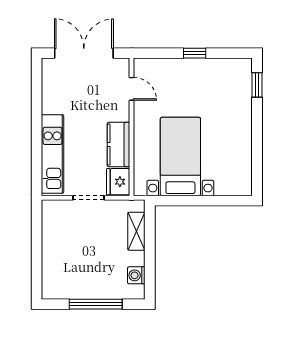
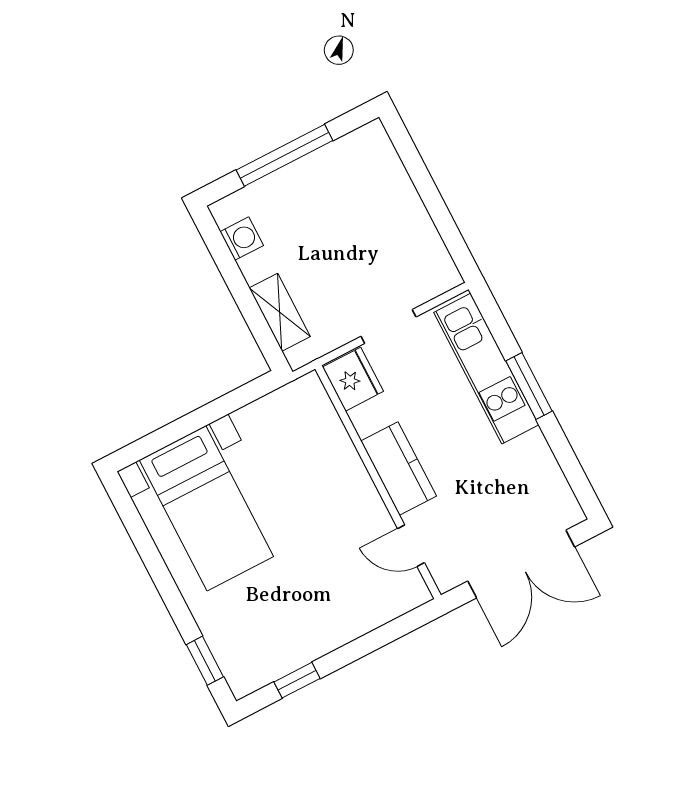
window: (195, 53) -> (297, 680), moved
window: (37, 135) -> (529, 386), added
kitchen counter: (118, 145) -> (399, 468), moved
bed with nightstands: (180, 157) -> (206, 508), moved

